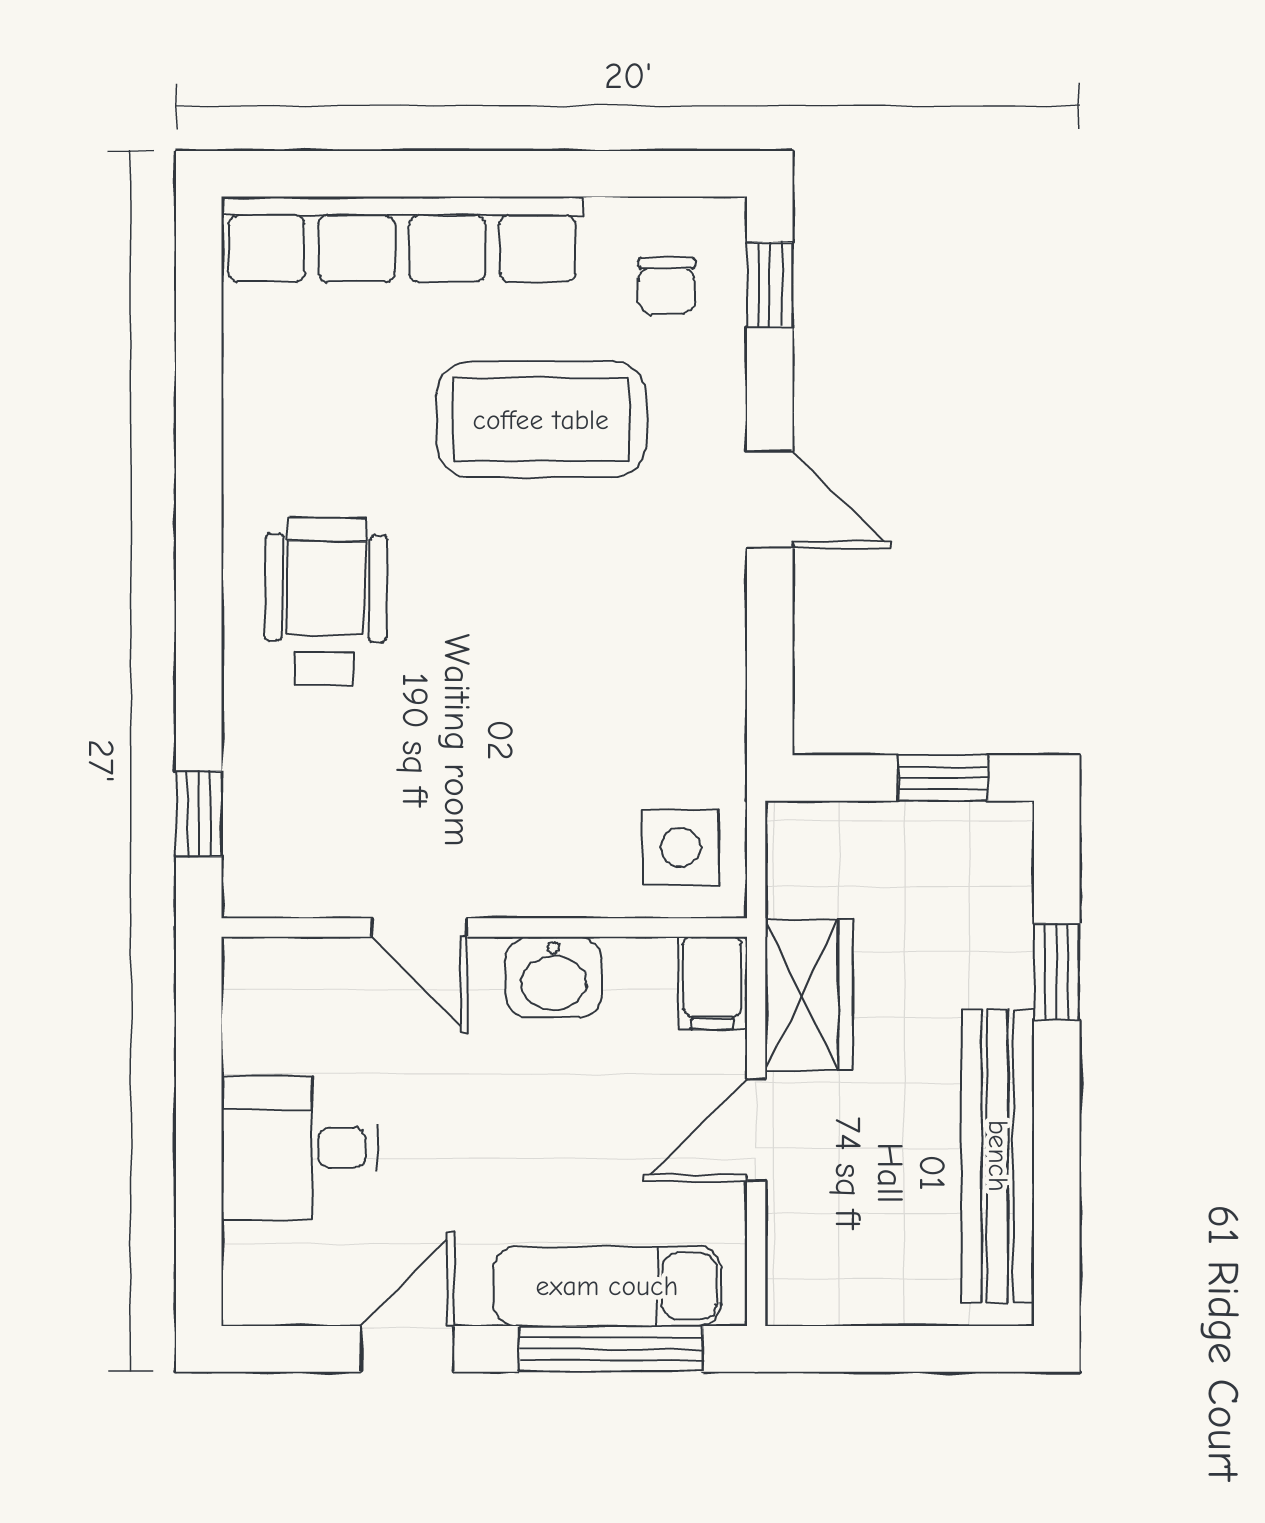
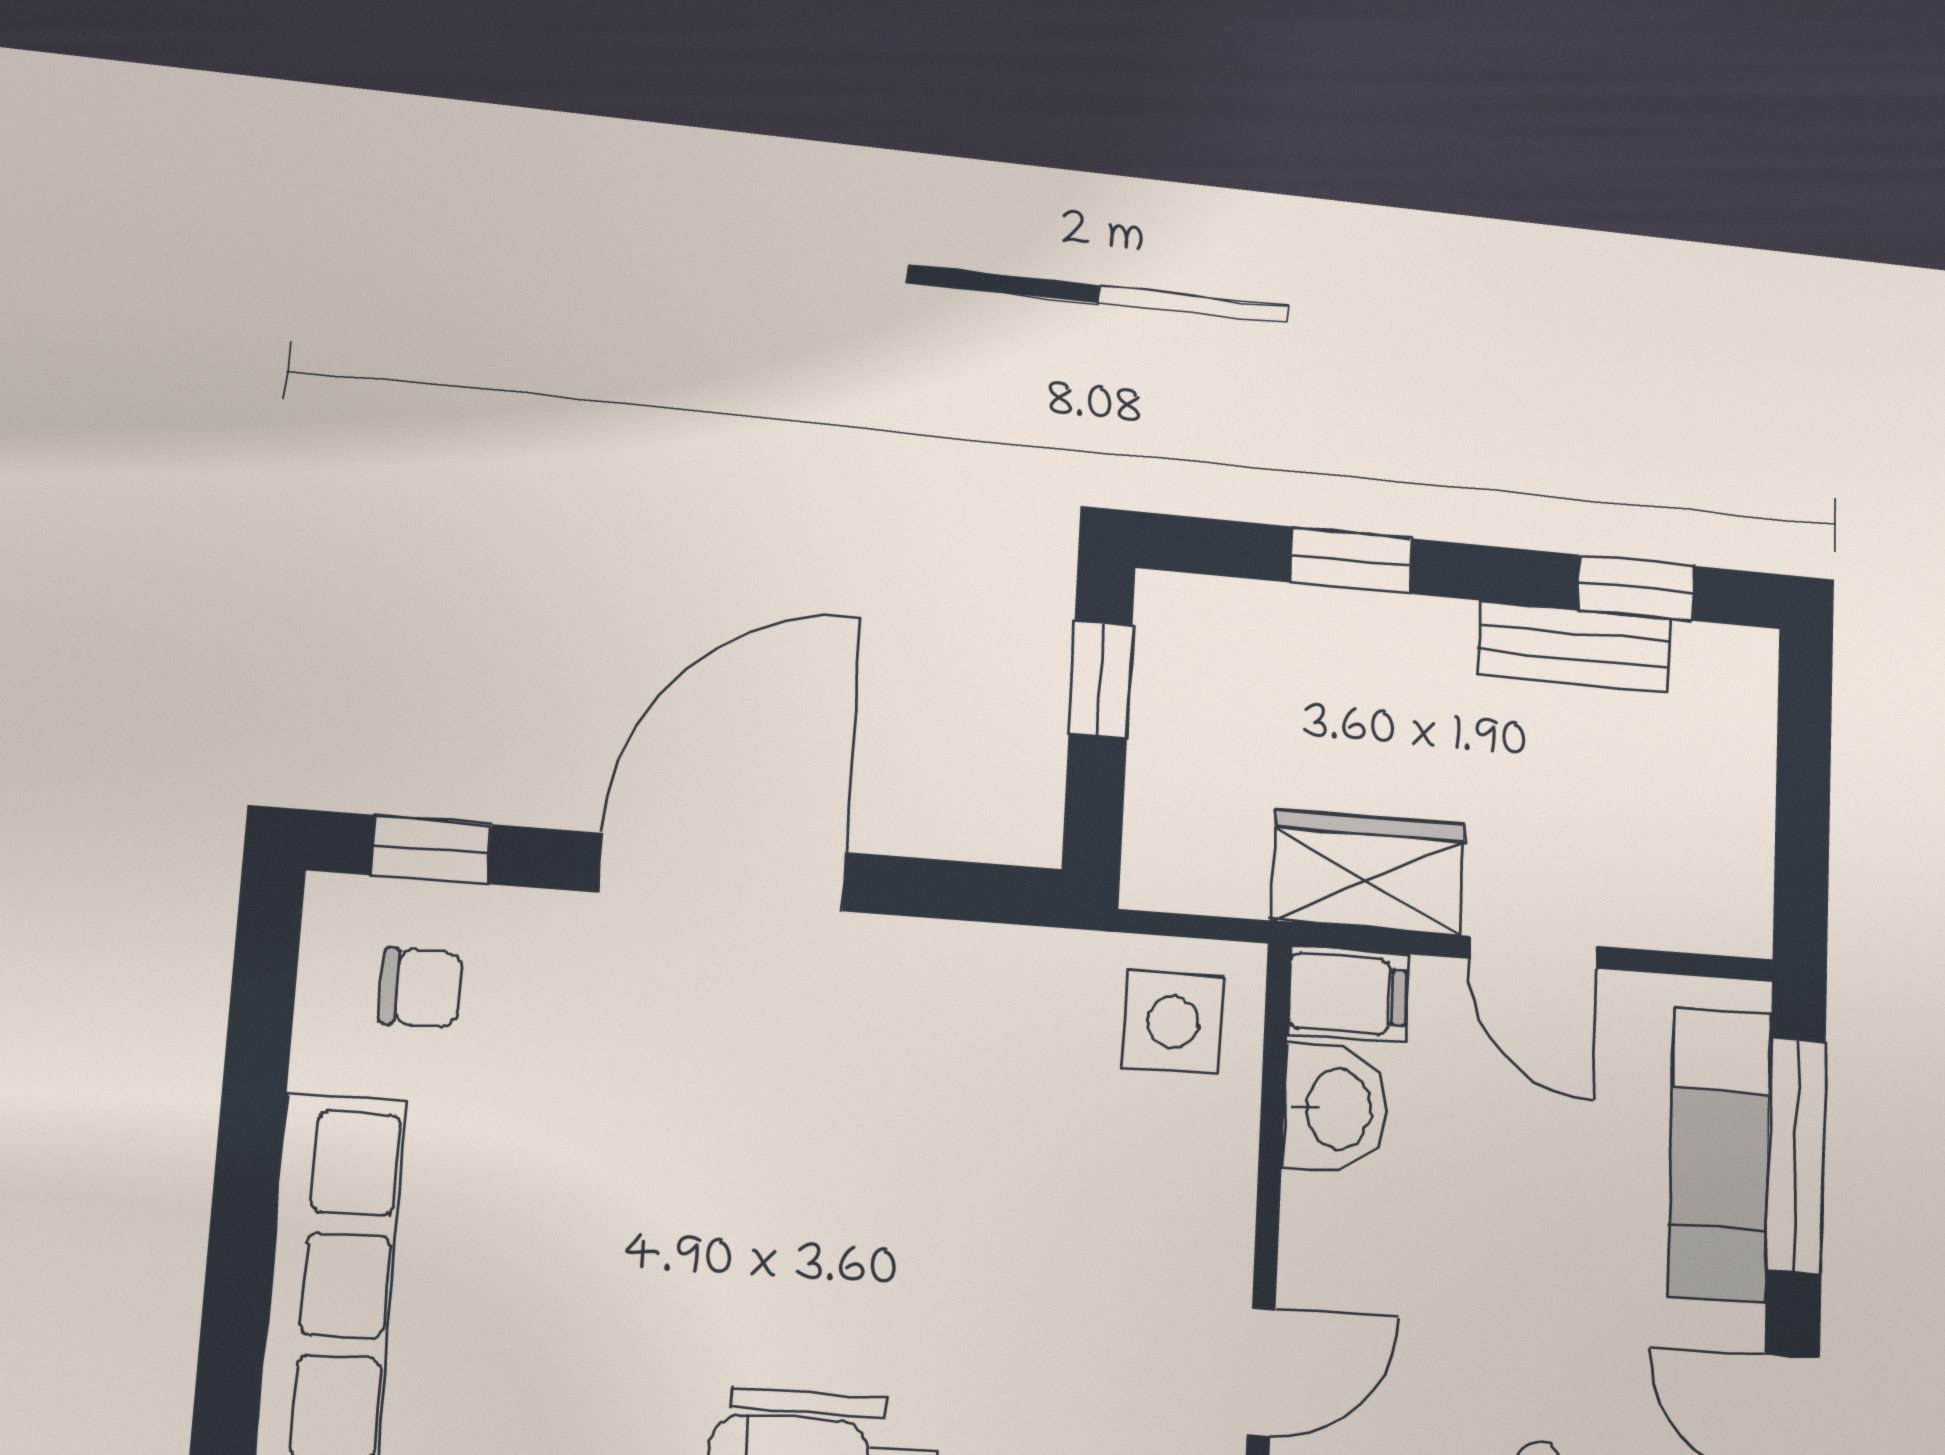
coffee table: (541, 420) -> (593, 1169), removed
door: (770, 499) -> (723, 872), width x1.88
washbasin: (554, 977) -> (1336, 1108), moved
bench: (998, 1156) -> (1574, 646), width x0.54, depth x0.82
window: (1057, 1206) -> (1637, 588), added

